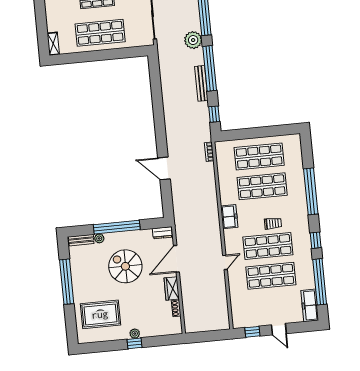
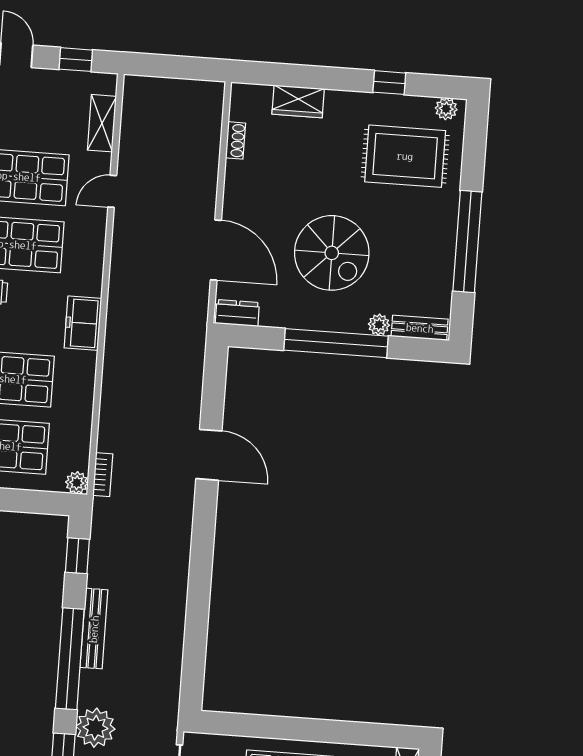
plant: (220, 146) -> (77, 483), added
door: (176, 259) -> (216, 250), hinge flipped
door: (225, 262) -> (112, 191), moved
wardrobe: (172, 288) -> (298, 101), moved, turned 90
shelving: (236, 306) -> (102, 123), added
plant: (135, 334) -> (446, 109), moved
window: (134, 343) -> (389, 83), moved

